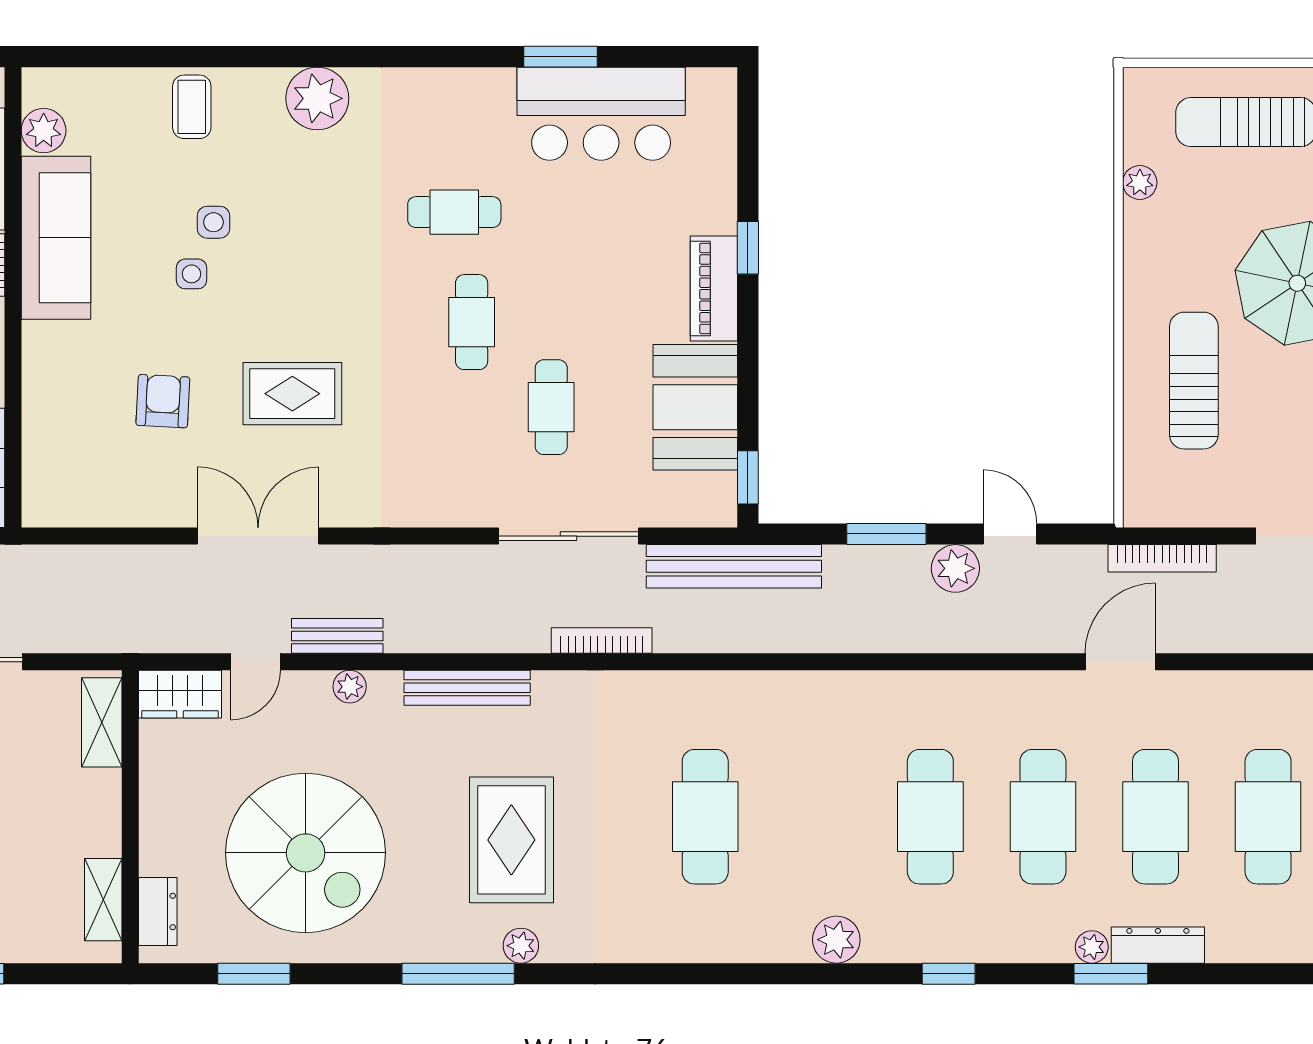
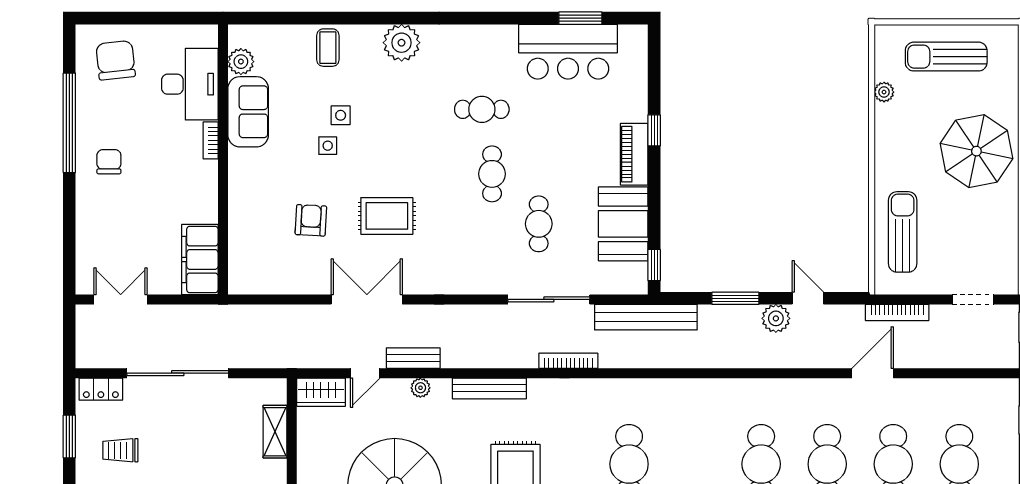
window: (560, 57) -> (580, 18), moved
sofa: (56, 238) -> (248, 112), width x0.73
sun lounger: (1194, 381) -> (903, 232), moved
shelving: (102, 722) -> (275, 432), moved

